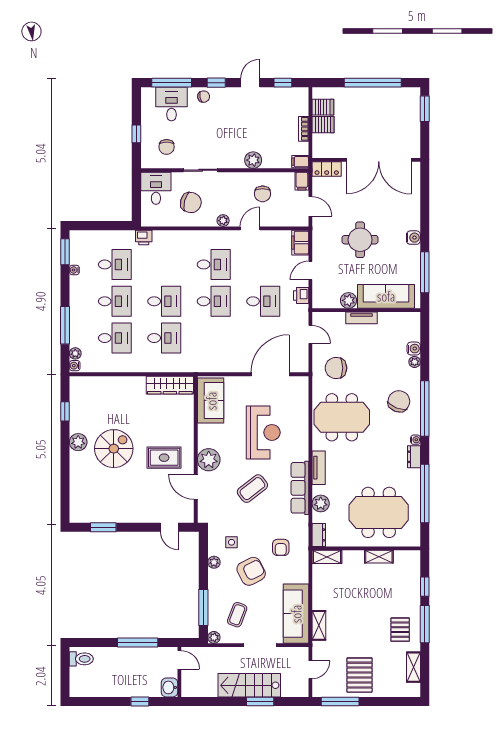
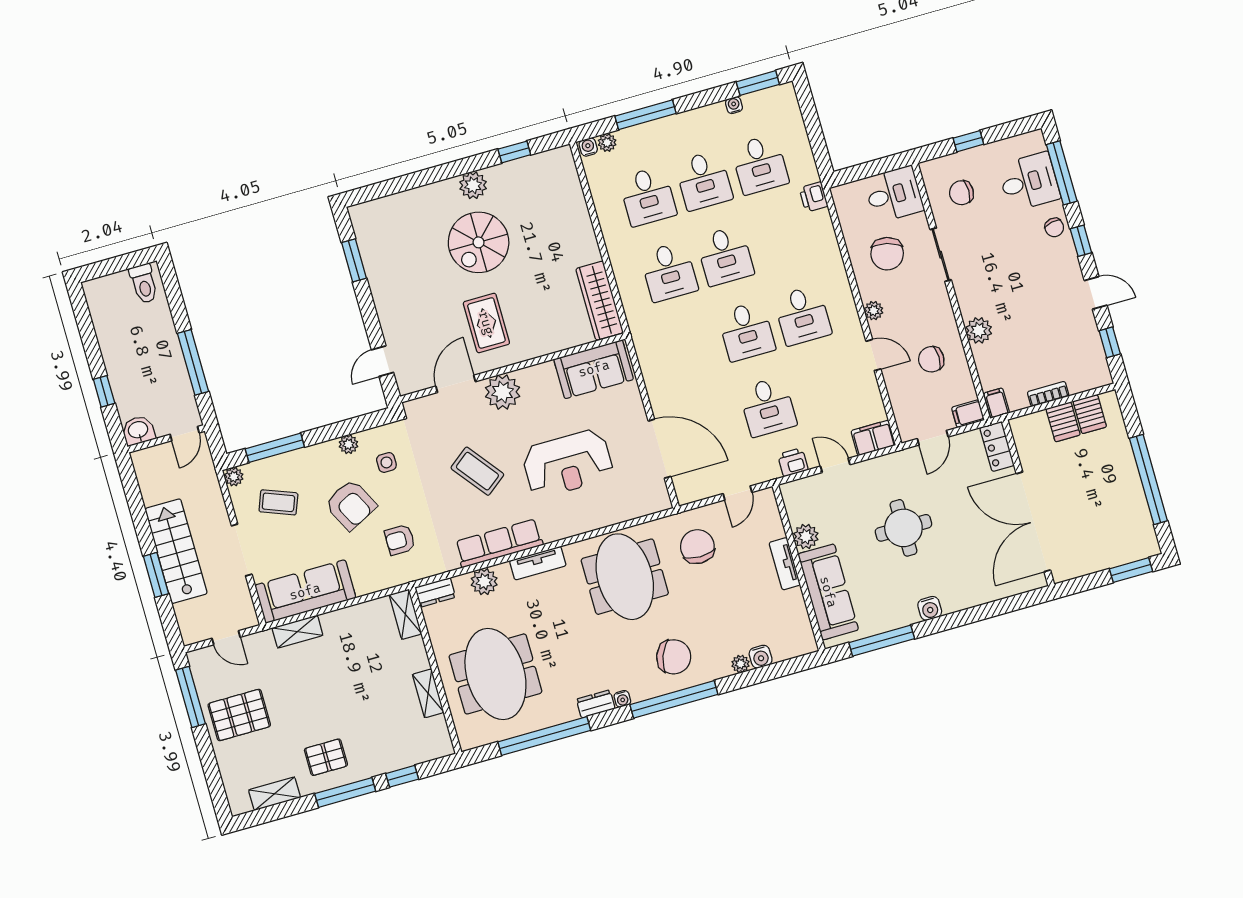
spiral stairs: (114, 449) -> (479, 242), turned 90

